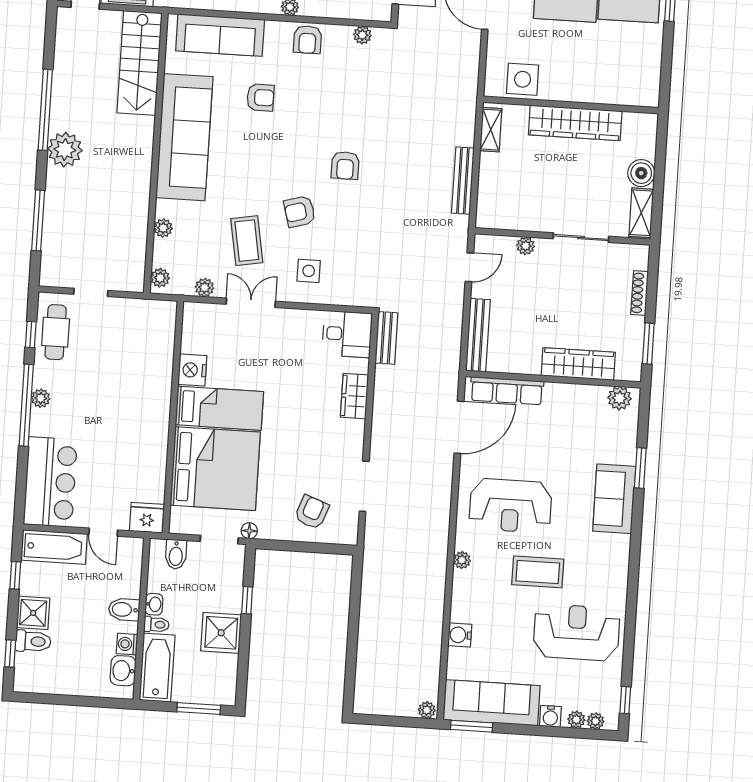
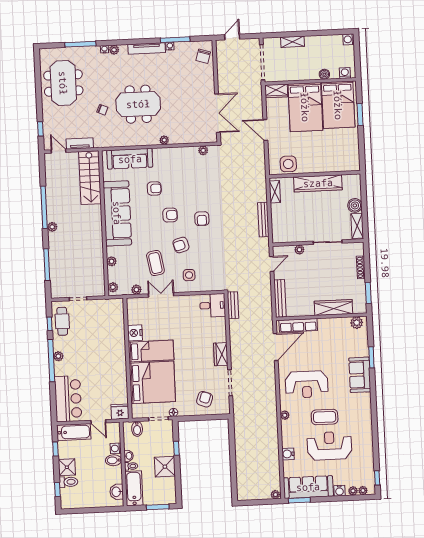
armchair: (307, 40) -> (170, 215), moved, turned -90
plant: (65, 150) -> (52, 227), width x0.53, depth x0.53
wardrobe: (354, 396) -> (221, 354), moved
reception desk: (577, 632) -> (329, 446), moved
washing machine: (127, 644) -> (116, 448), moved

